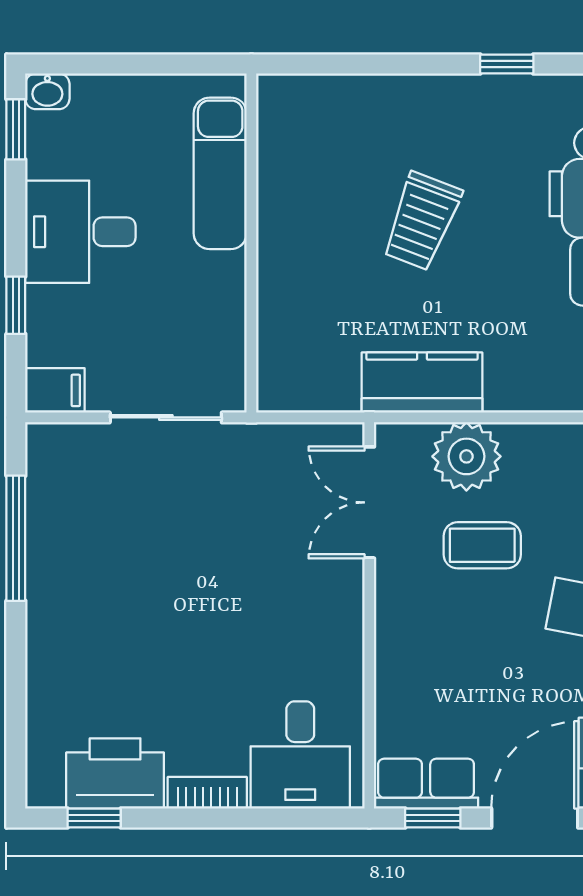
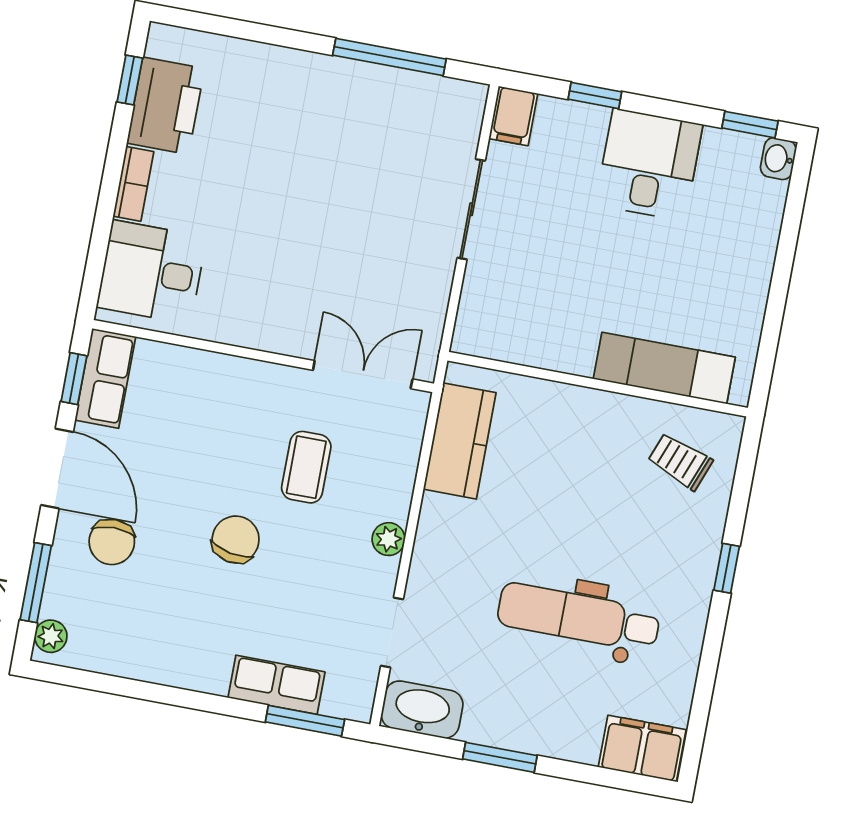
exam couch: (220, 173) -> (664, 368), moved
trolley: (422, 221) -> (680, 461), moved, width x0.73, depth x0.72
wall: (251, 243) -> (598, 384), moved
plant: (466, 456) -> (388, 539), moved, width x0.53, depth x0.53

